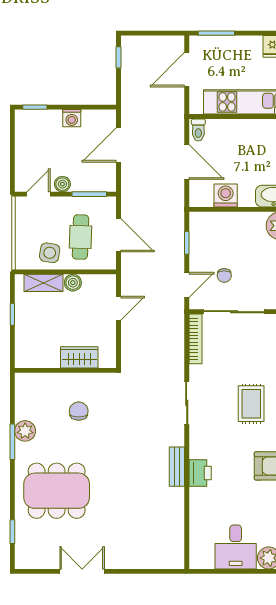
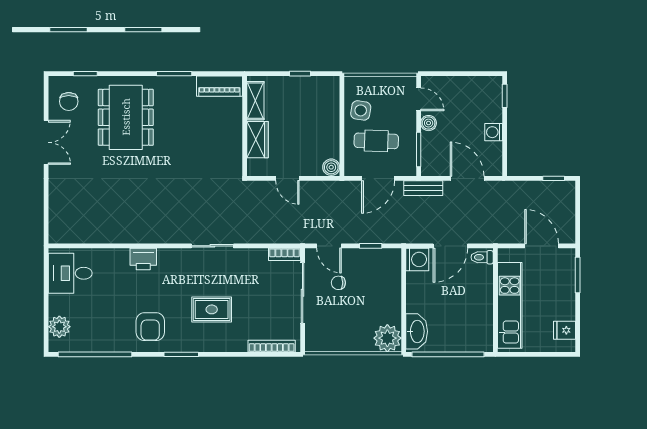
washing machine: (226, 196) -> (417, 259), moved
shelving: (43, 283) -> (255, 101), moved
boiler: (73, 283) -> (331, 167), moved
door: (119, 308) -> (287, 178), moved
bookcase: (195, 339) -> (284, 254), width x0.64
piano: (25, 396) -> (219, 86), added
chair: (79, 411) -> (69, 101), moved, turned 90
plant: (25, 431) -> (185, 86), removed
bench: (177, 467) -> (423, 188), moved
desk: (236, 547) -> (70, 273), moved

